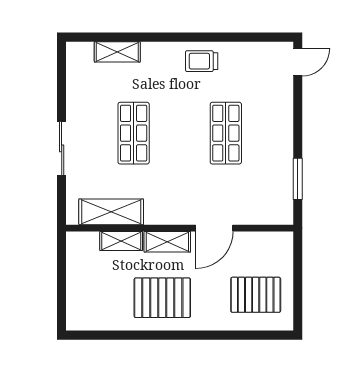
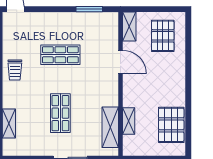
shop shelf: (134, 133) -> (60, 113), turned 90
shelving: (167, 242) -> (129, 27), moved
pallet: (162, 298) -> (171, 125), moved

